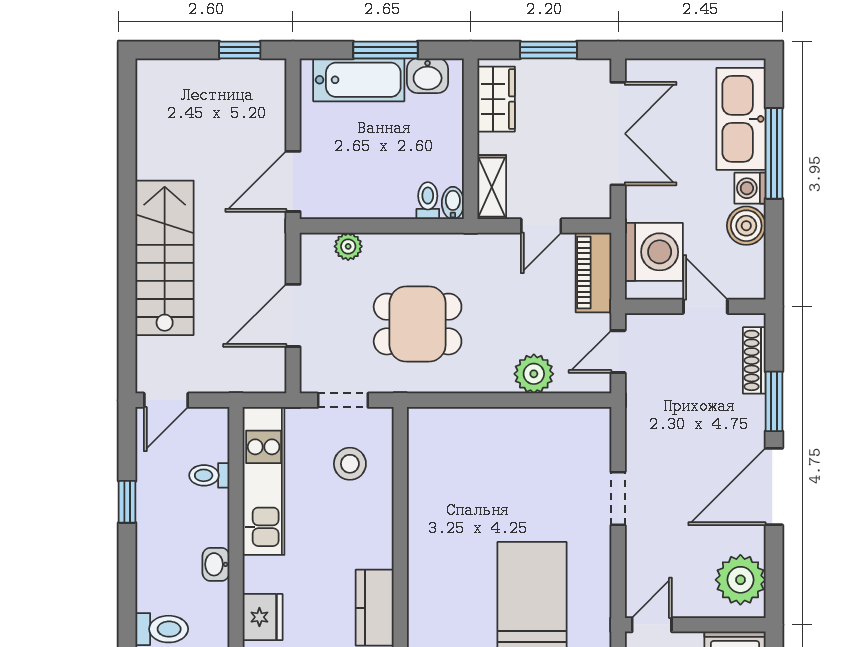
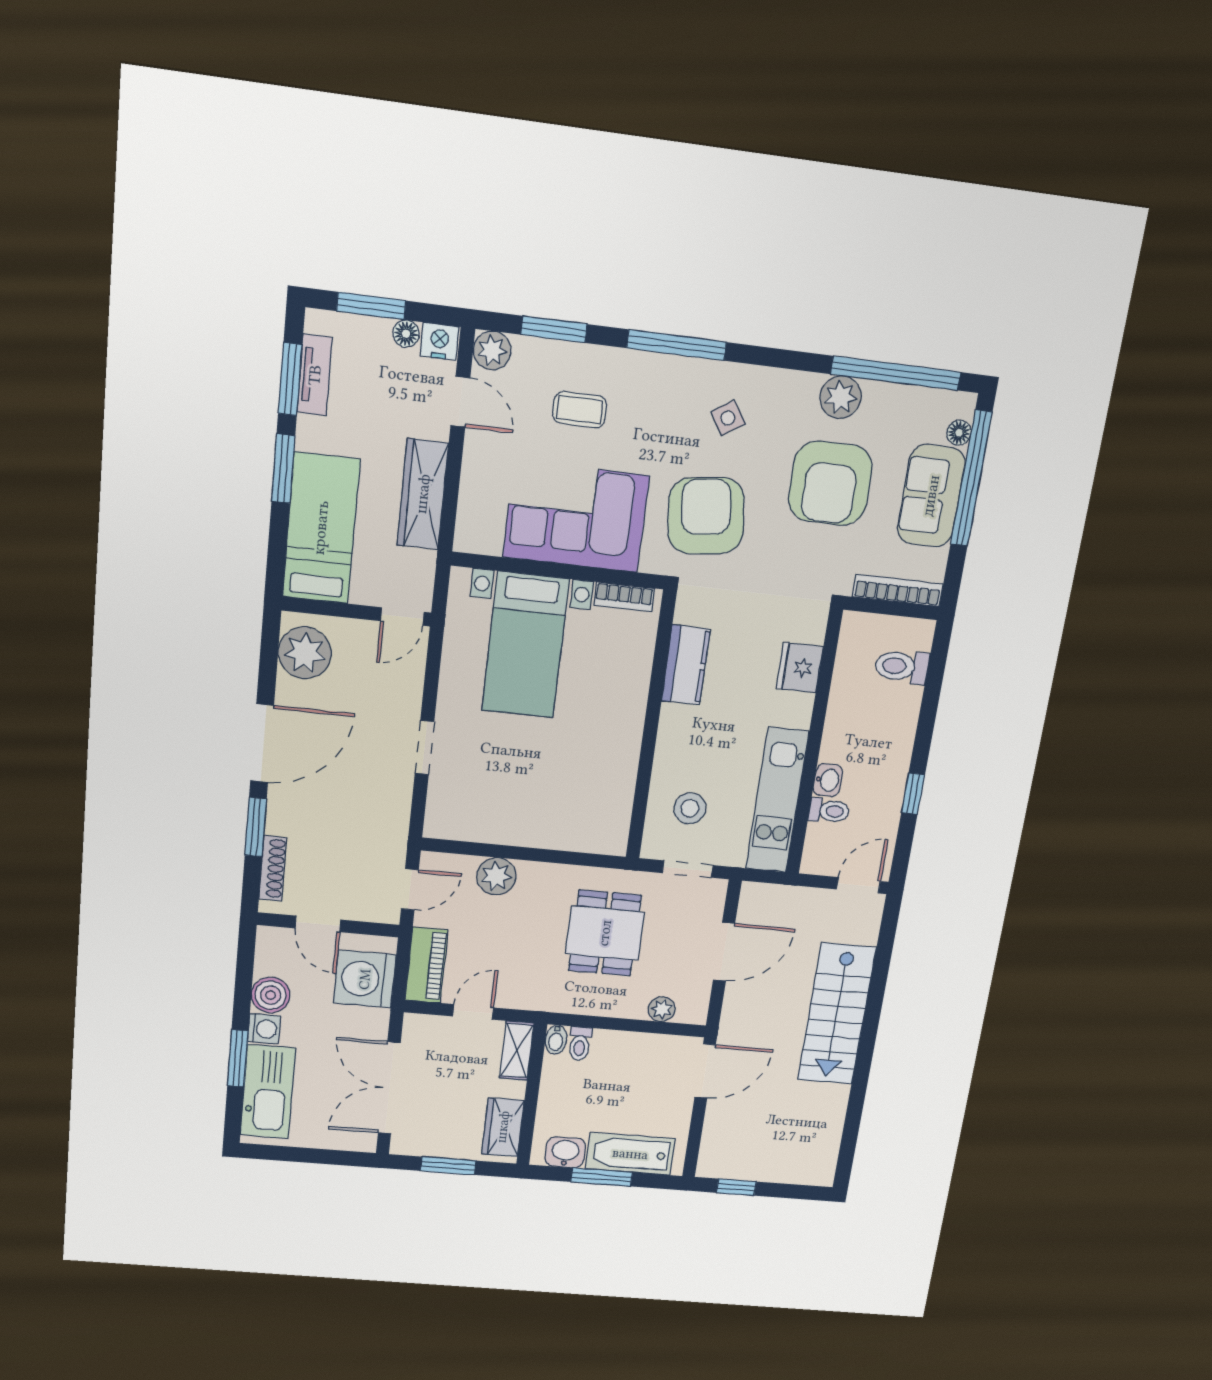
window: (774, 153) -> (238, 1058), width x0.69
dining table: (418, 324) -> (605, 933), turned 90
washbasin: (216, 564) -> (828, 780), moved

